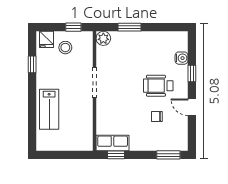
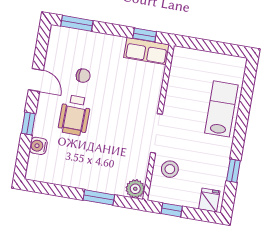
stool: (65, 48) -> (170, 169), moved
wheelchair: (158, 86) -> (75, 115), turned 91

